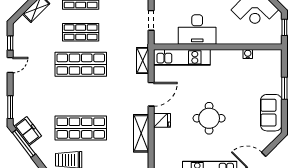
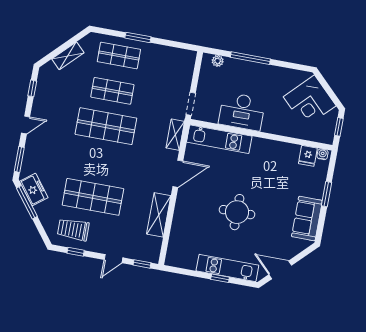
doorway: (151, 20) -> (191, 104), moved
water cooler: (248, 54) -> (323, 154), moved
door: (10, 65) -> (26, 125), moved
fridge: (162, 120) -> (308, 156), moved, turned 90

